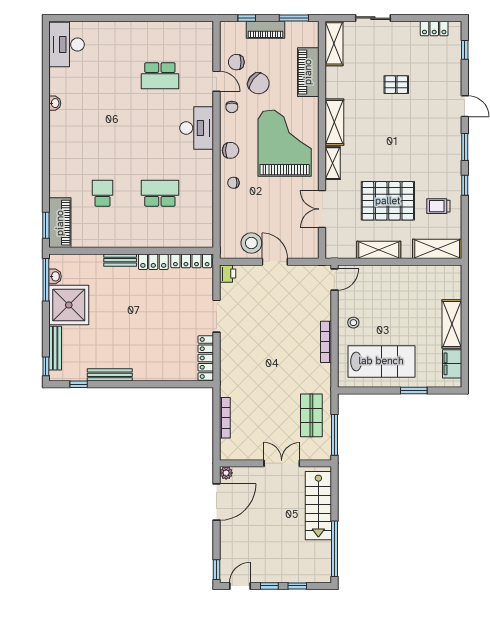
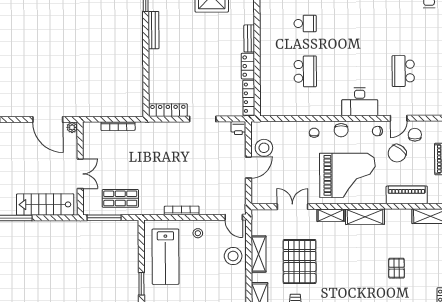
stool: (381, 280) -> (233, 256), added

